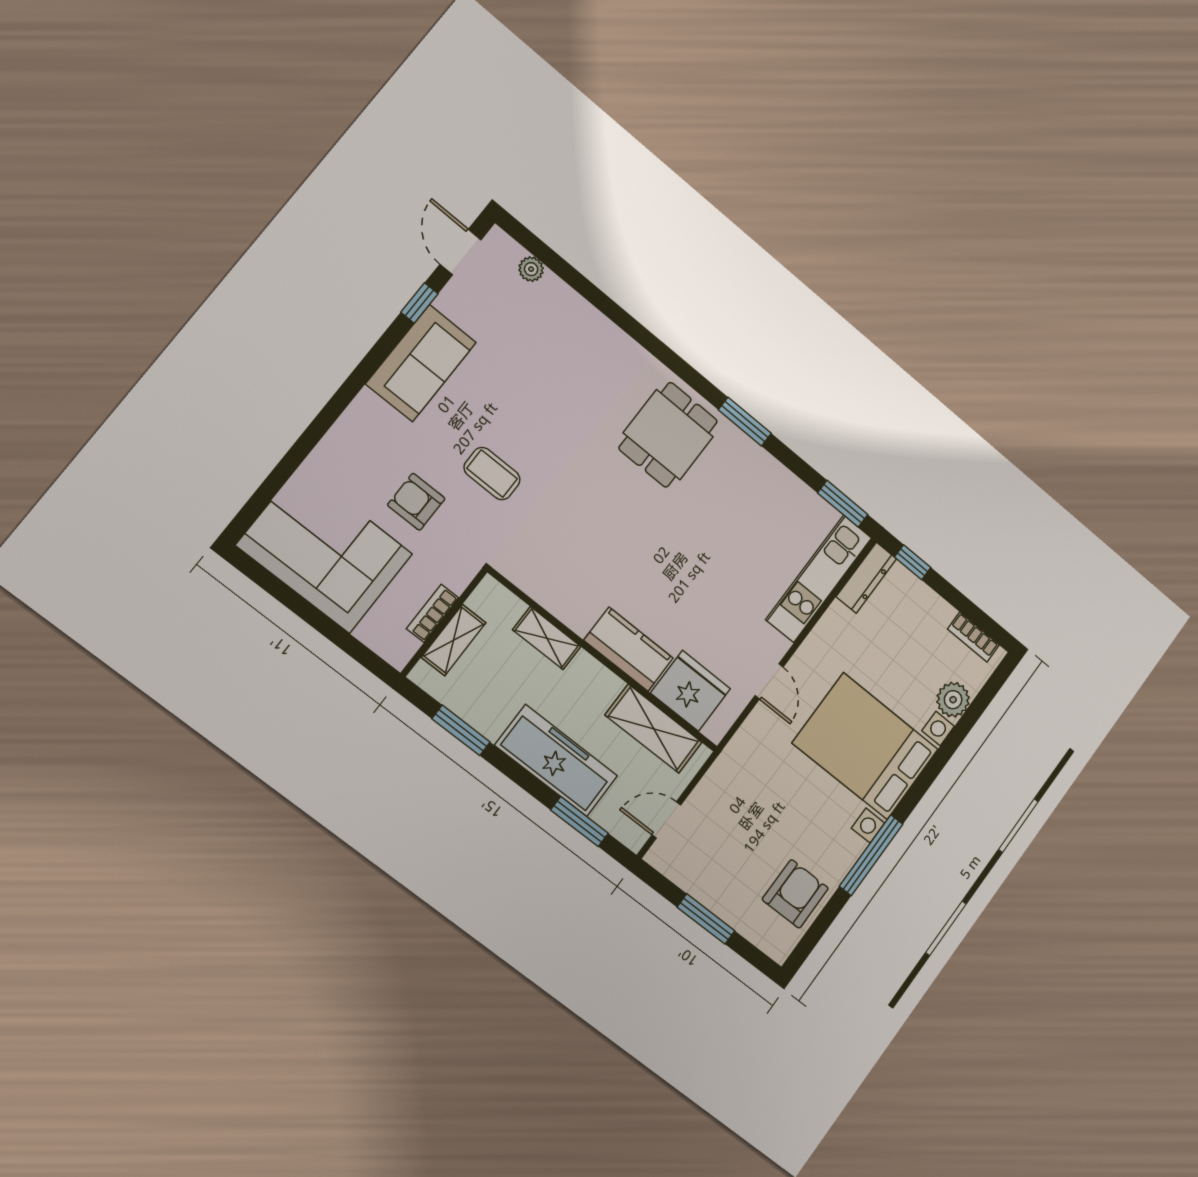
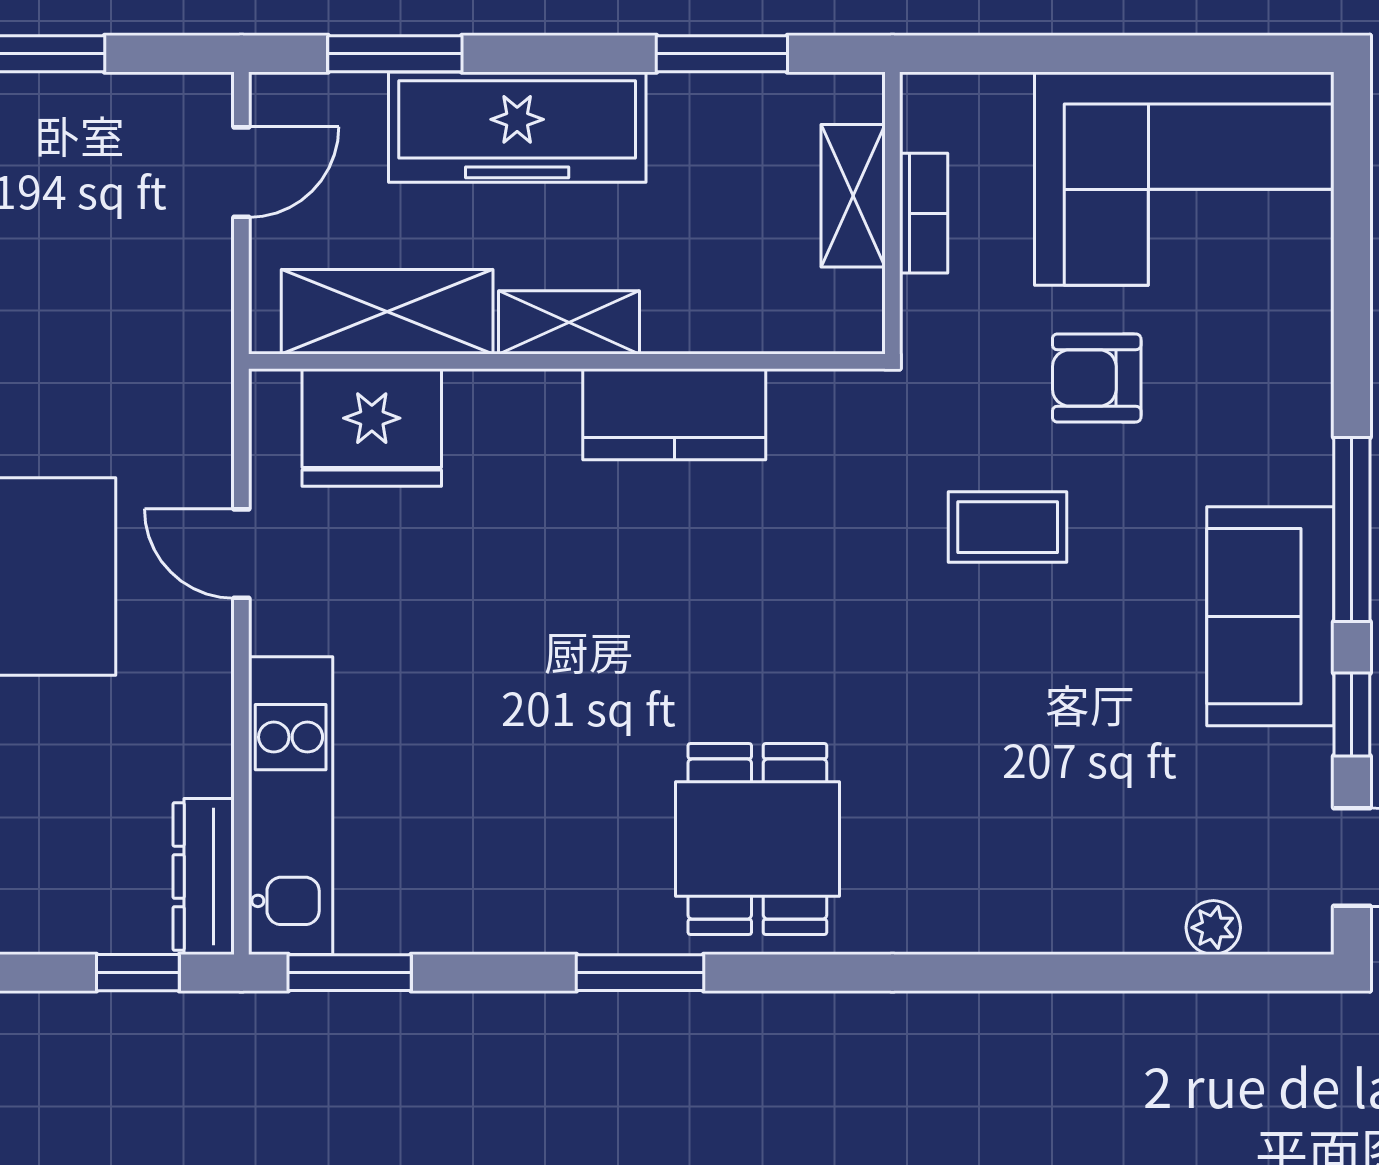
window: (365, 370) -> (1352, 529), added
armchair: (416, 502) -> (1097, 378), turned 180
shelving: (547, 638) -> (569, 322), moved
kitchen counter: (629, 649) -> (674, 414), moved

